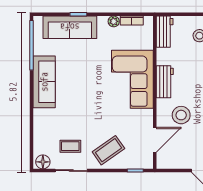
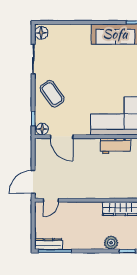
stool: (181, 115) -> (85, 161), removed
coffee table: (70, 146) -> (56, 58), removed
floor lamp: (147, 161) -> (42, 129), added

